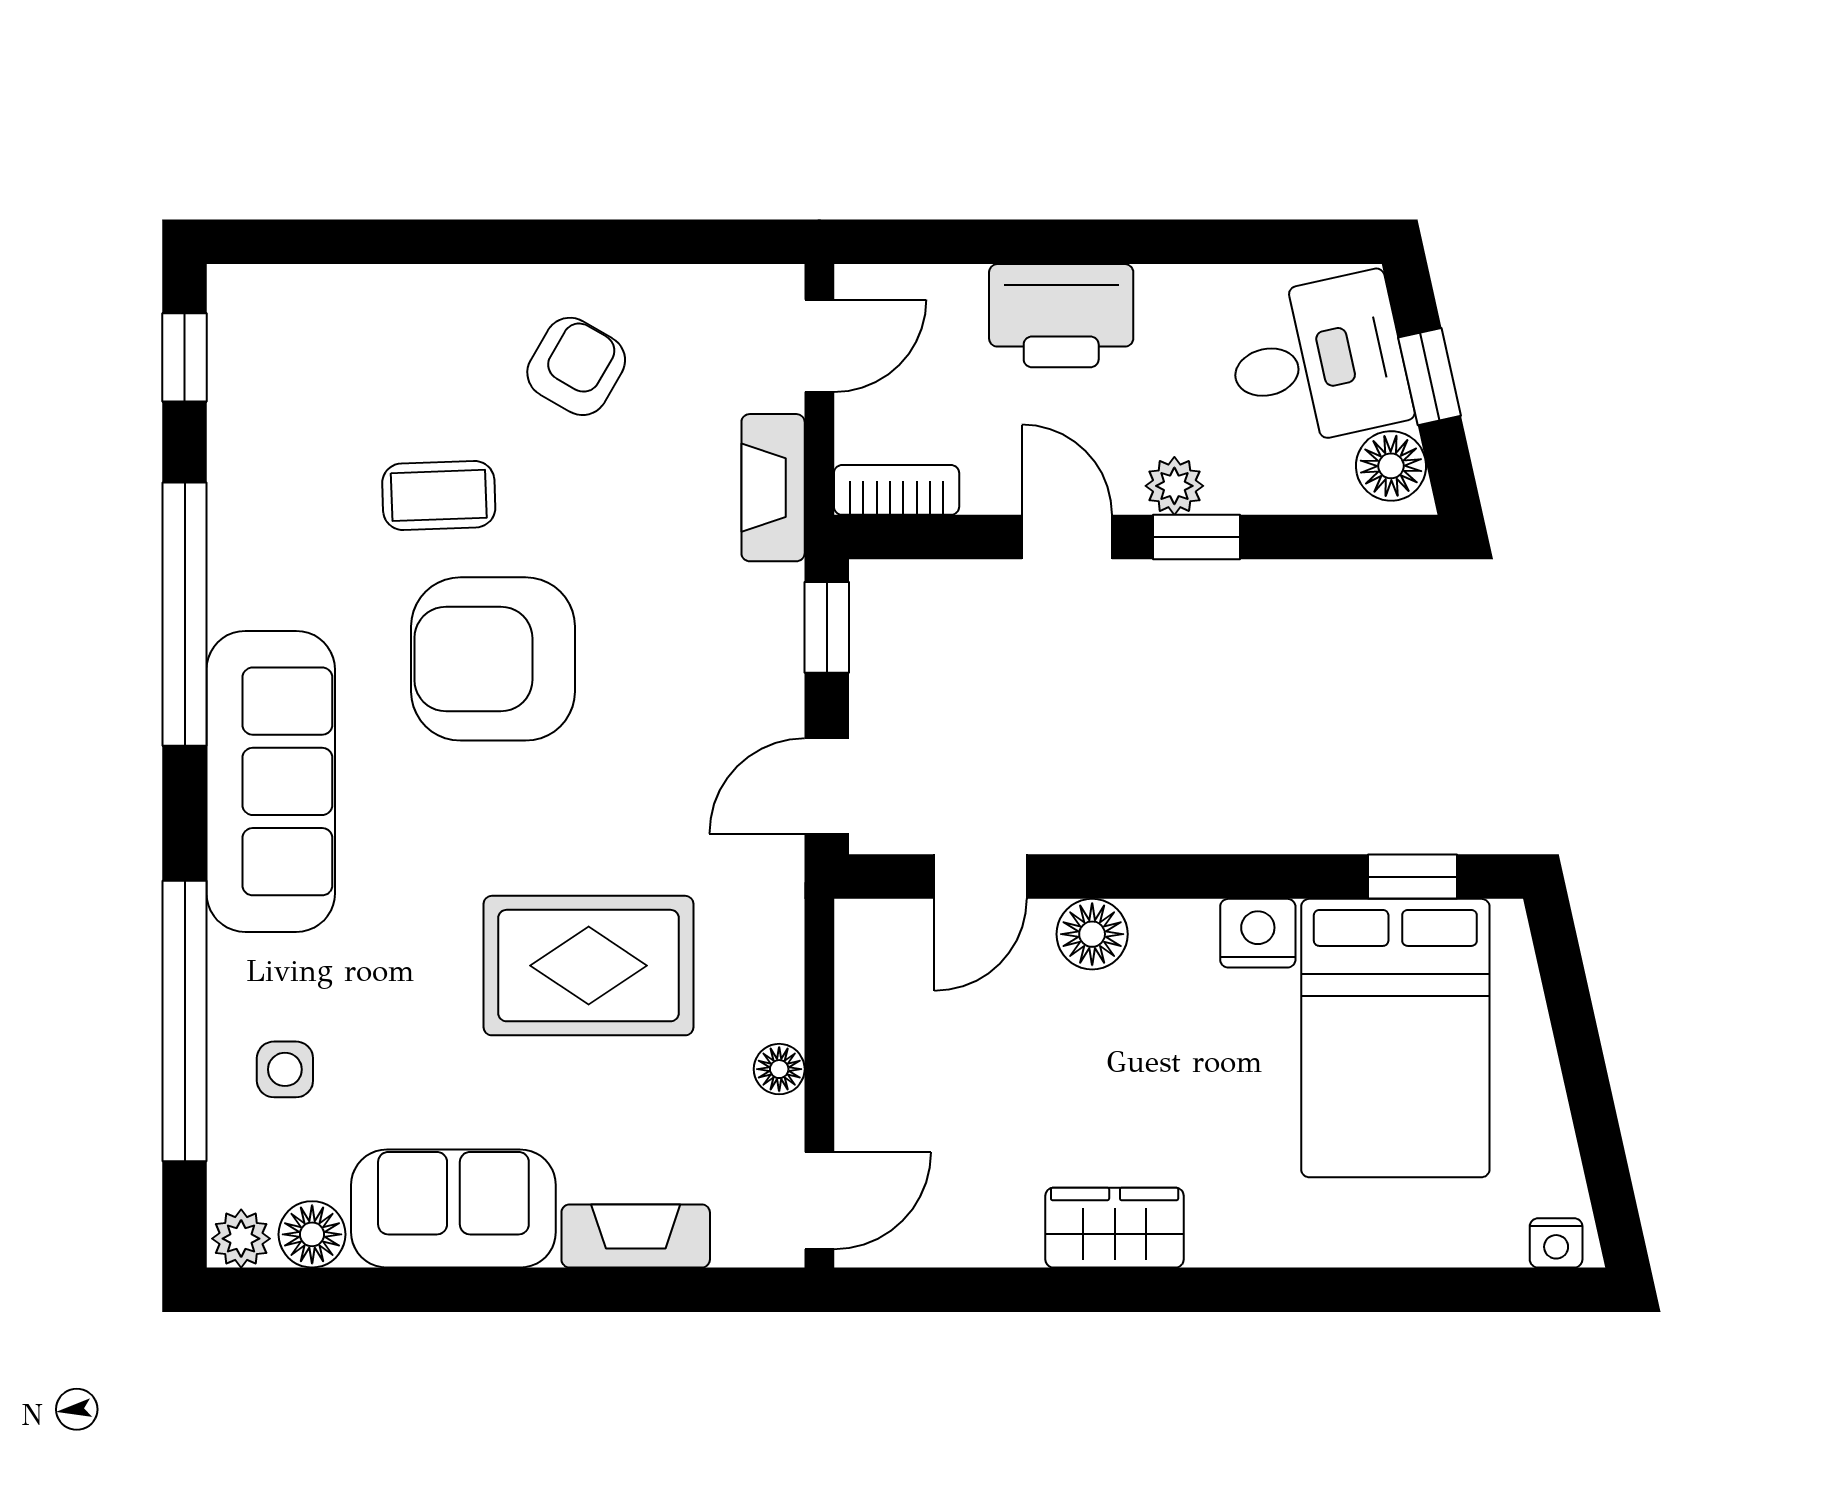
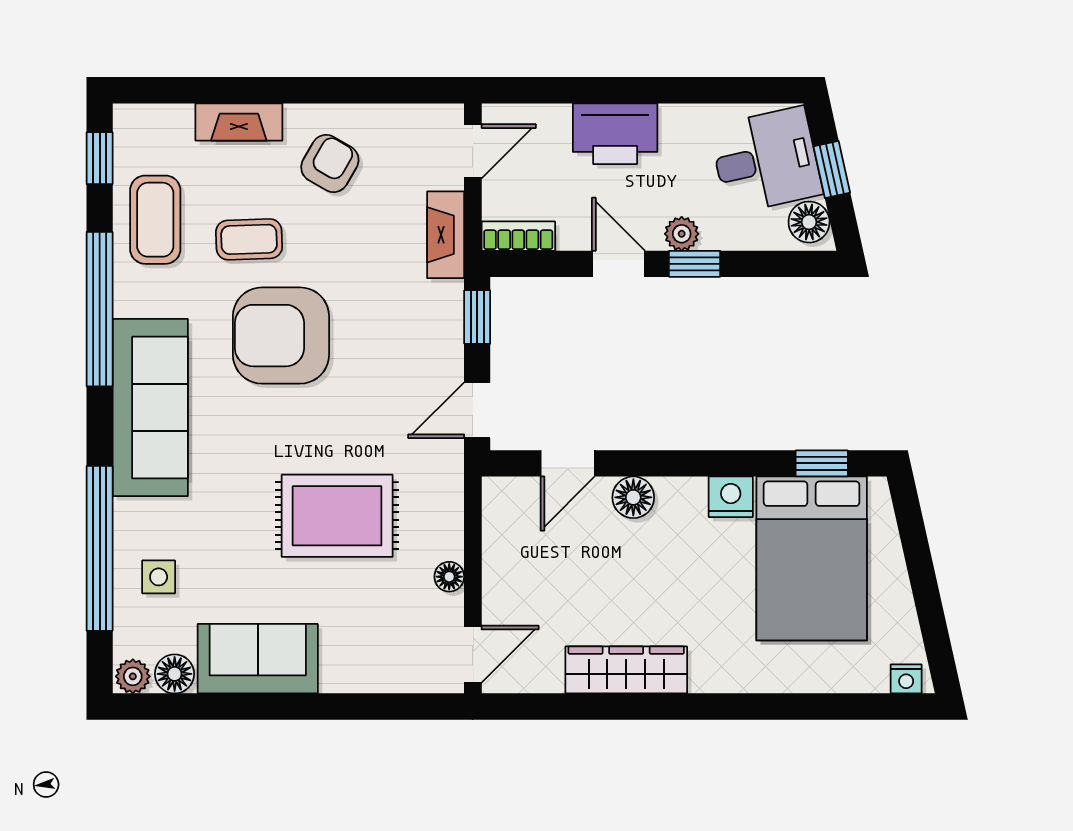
coffee table: (279, 462) -> (155, 220), added
wardrobe: (1115, 1228) -> (626, 670), width x1.50
fireplace: (636, 1236) -> (239, 122), moved, turned 180

